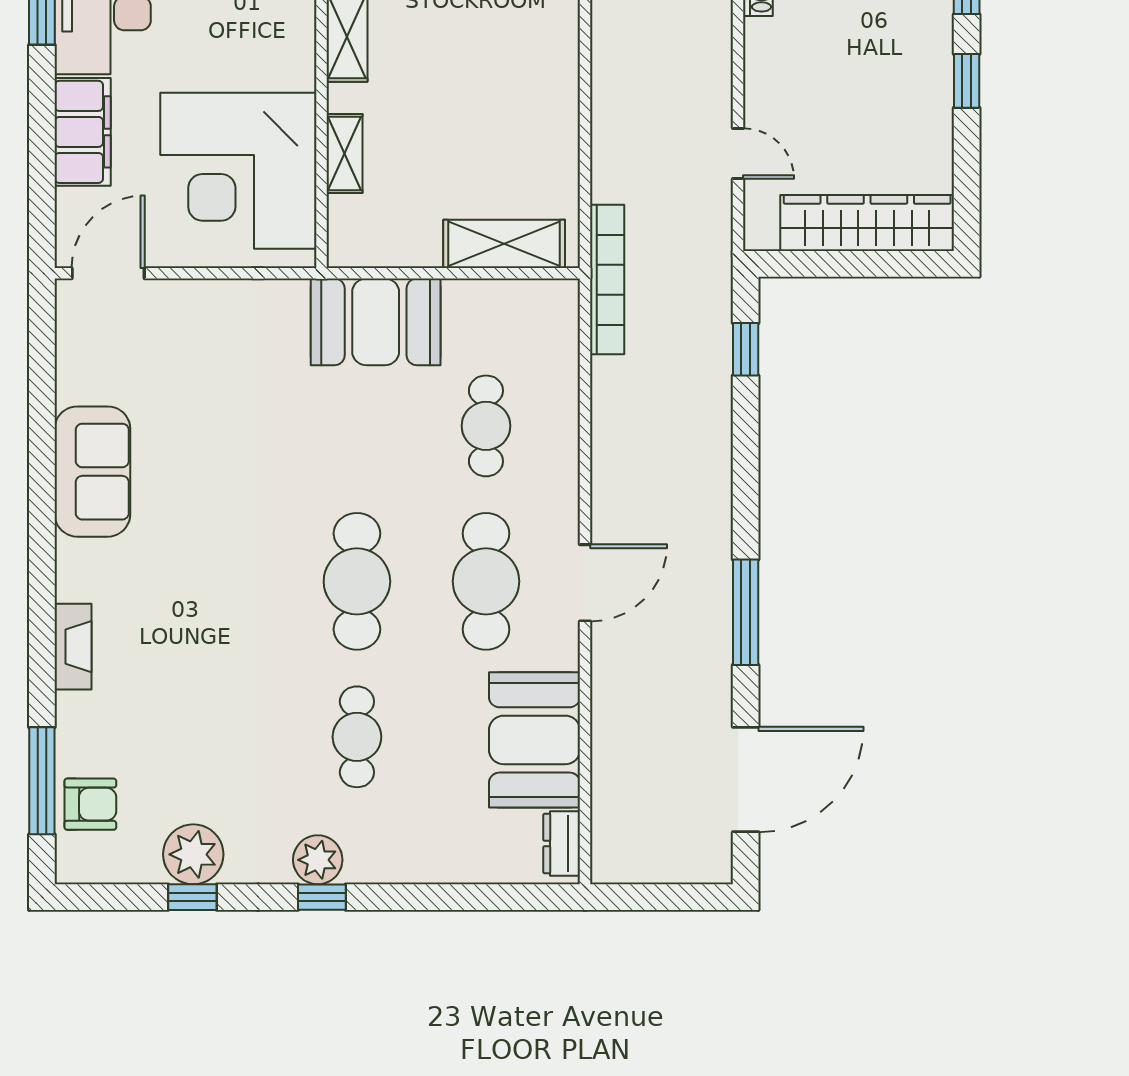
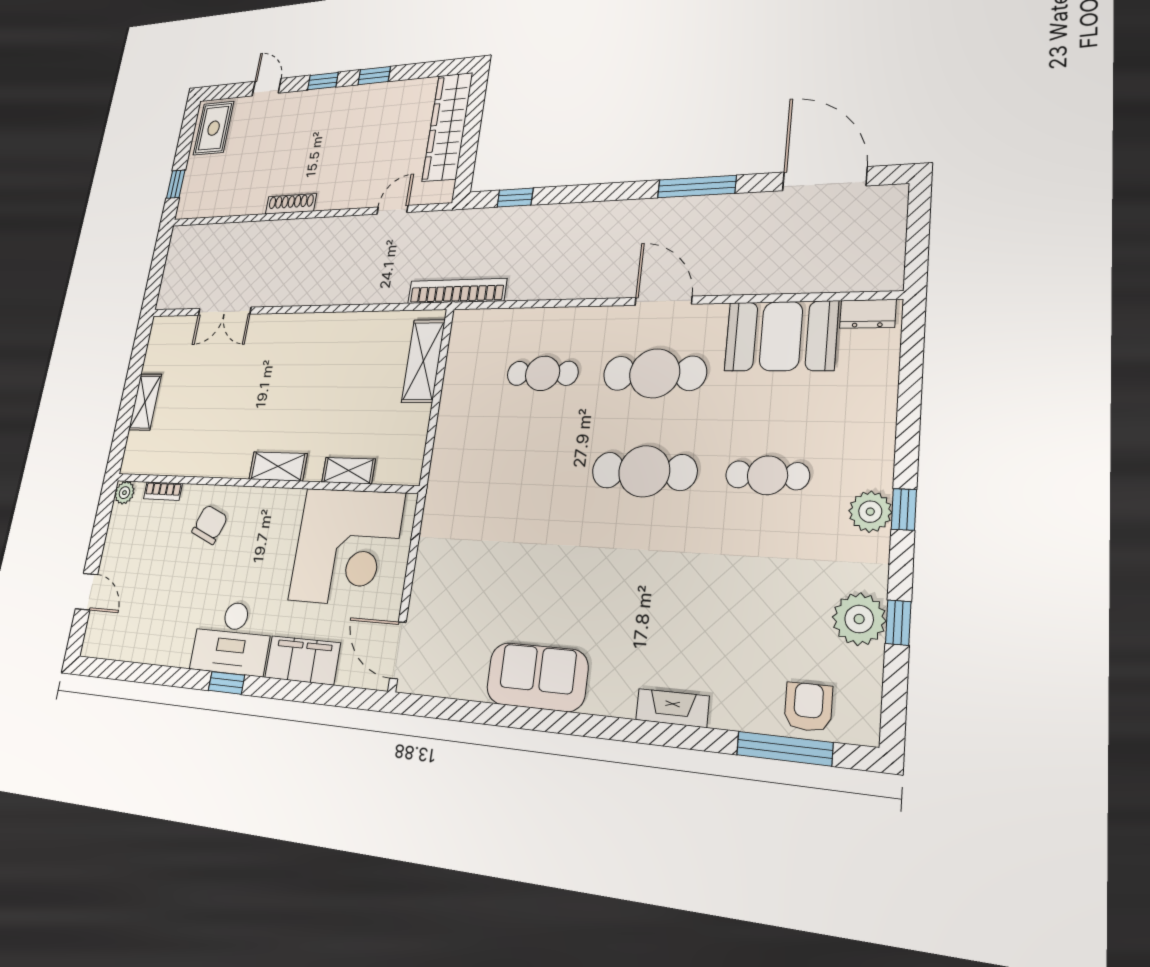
booth: (376, 322) -> (461, 452), removed

